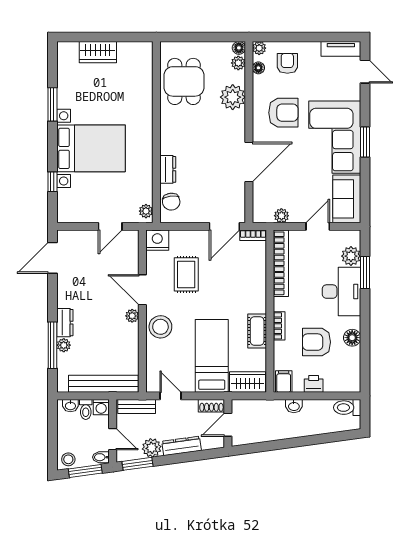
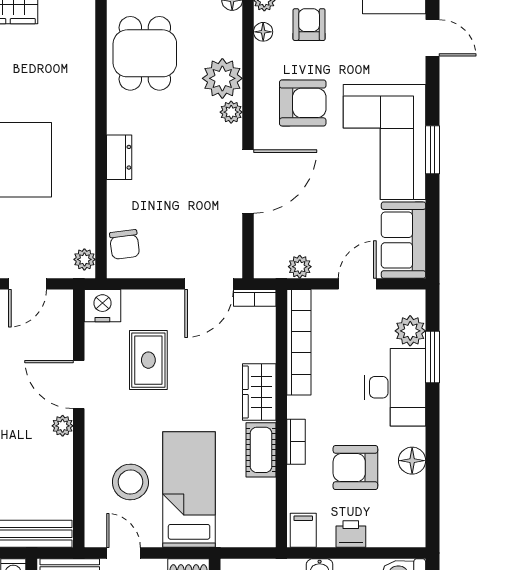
plant: (238, 63) -> (231, 112), moved
dresser: (168, 169) -> (119, 157), moved
stool: (160, 327) -> (130, 482), moved
wardrobe: (248, 382) -> (259, 392), moved, turned -90

